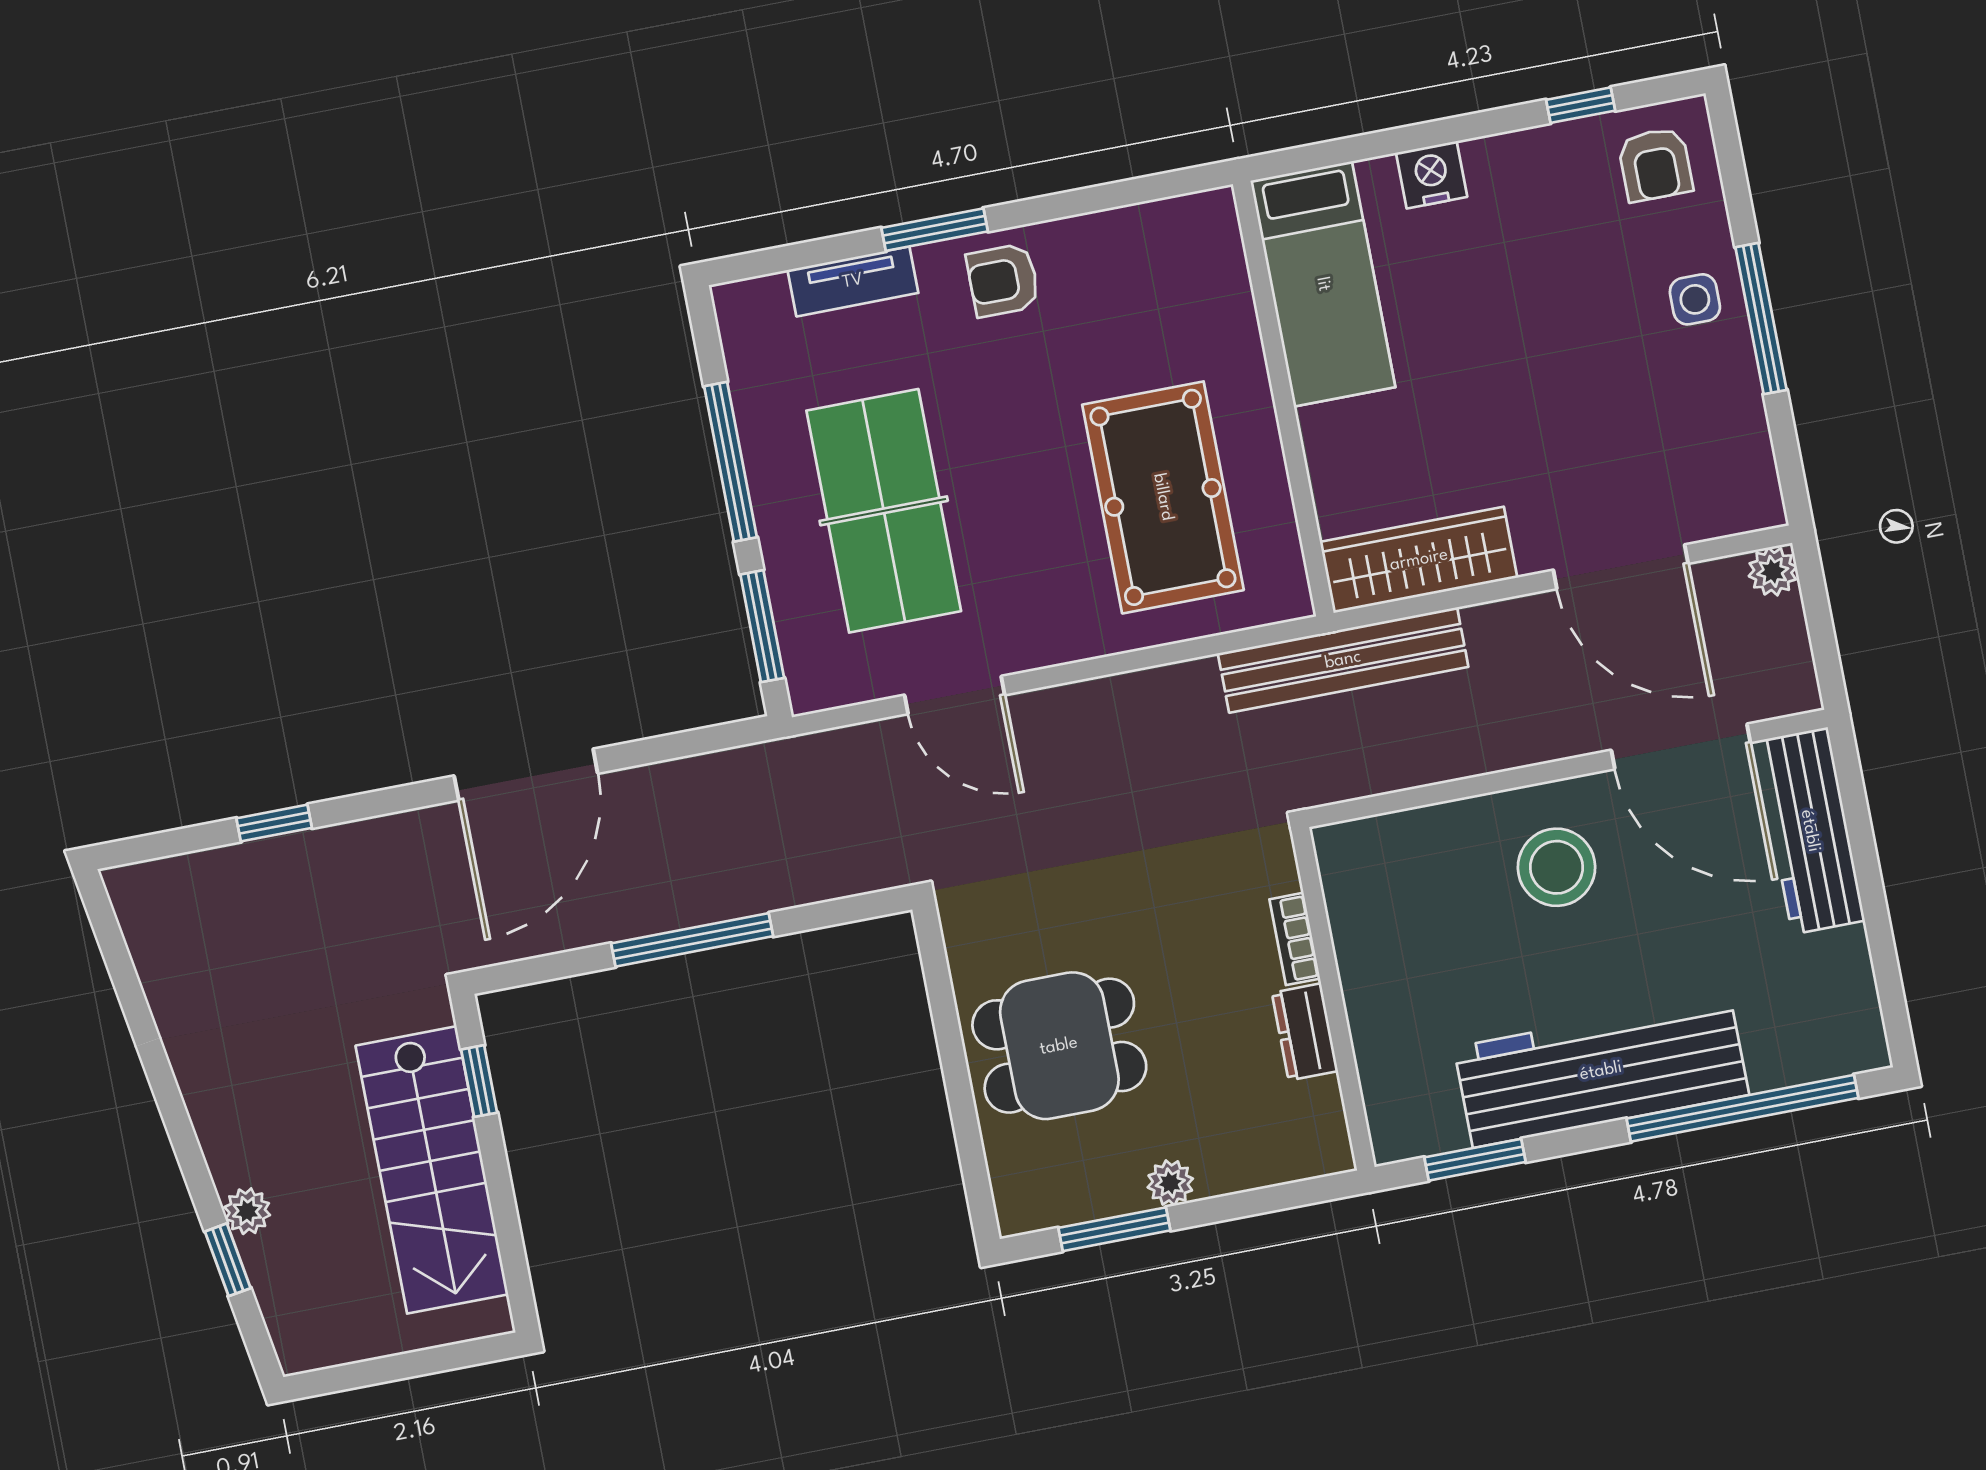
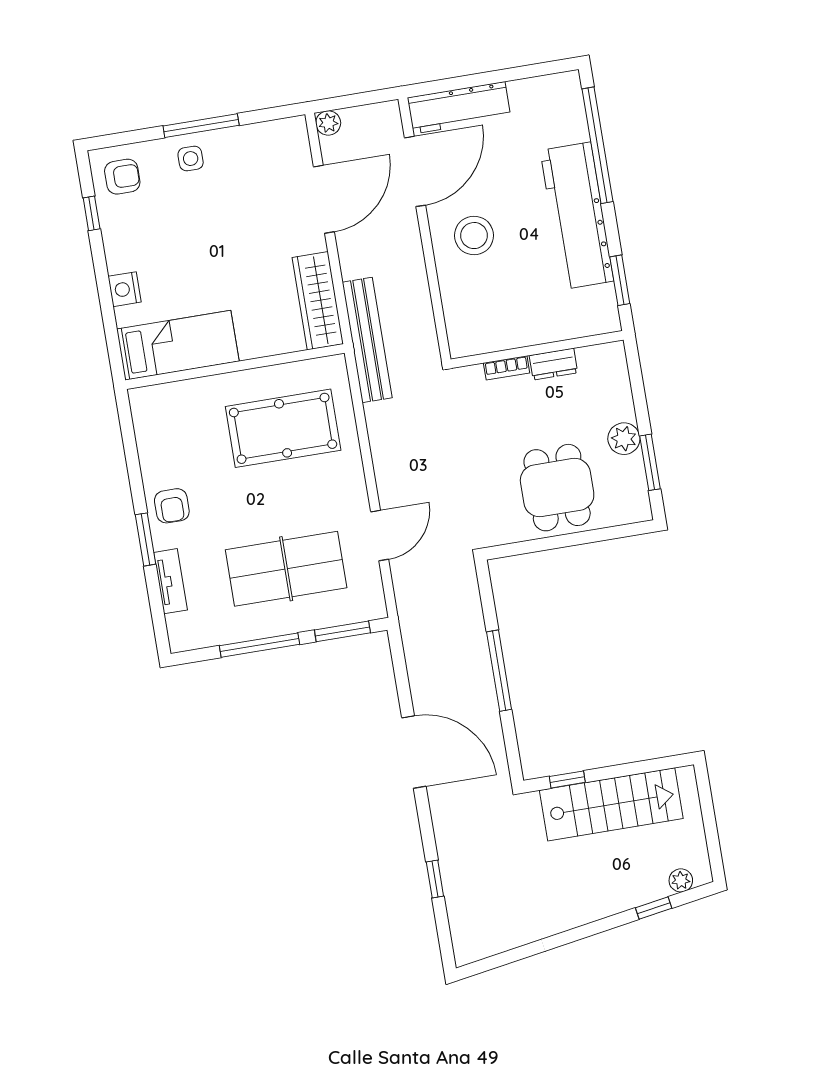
plant: (1170, 1183) -> (624, 439), width x1.38, depth x1.38
plant: (247, 1211) -> (681, 880), moved

